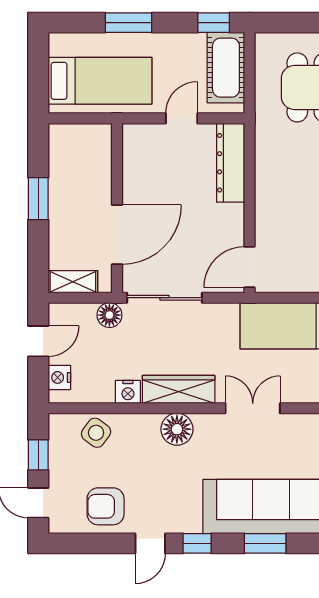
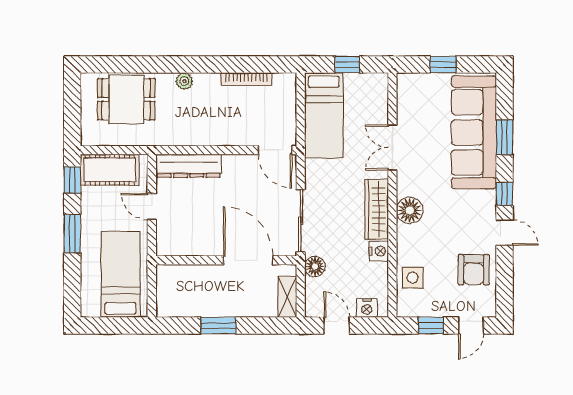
window: (128, 23) -> (72, 234), moved
side table: (96, 433) -> (413, 278), turned -36

